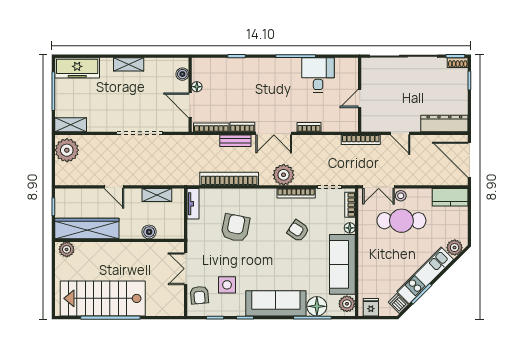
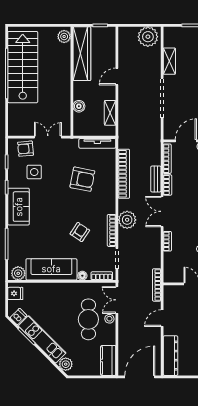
shelving: (71, 125) -> (169, 61), moved
tv unit: (193, 204) -> (97, 143), width x1.41
sofa: (276, 303) -> (19, 207), width x0.73
floor lamp: (317, 306) -> (16, 248), removed

